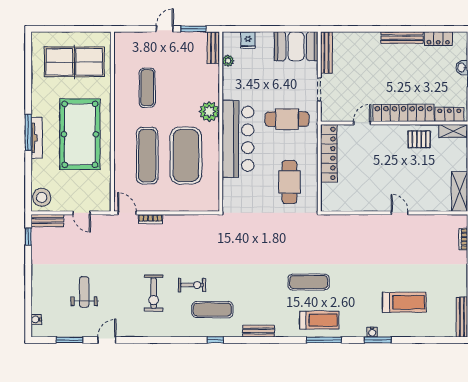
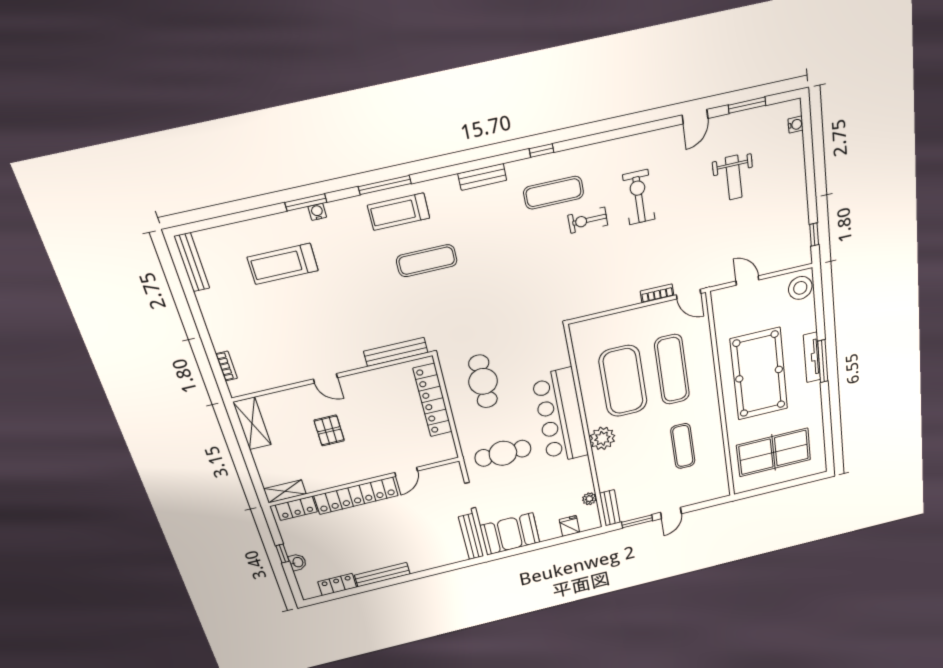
pallet: (419, 139) -> (329, 430), moved, turned 90
locker: (329, 153) -> (433, 400), moved
bench: (47, 221) -> (396, 352), moved, width x1.36

